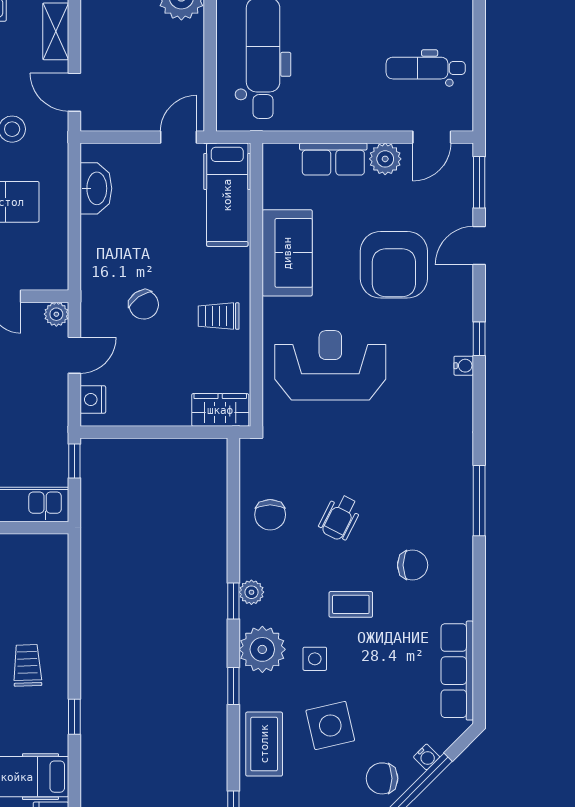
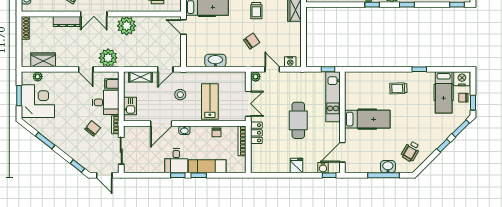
washbasin: (96, 188) -> (215, 61), moved
window: (74, 461) -> (328, 69), moved

